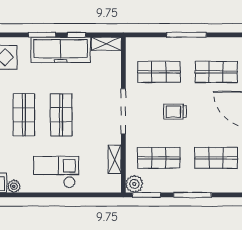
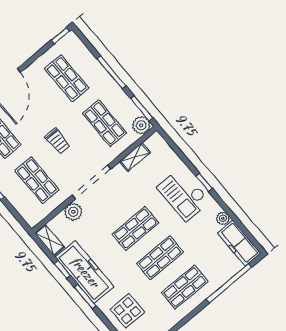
plant: (112, 79) -> (73, 212), added
window: (52, 195) -> (204, 182), added

